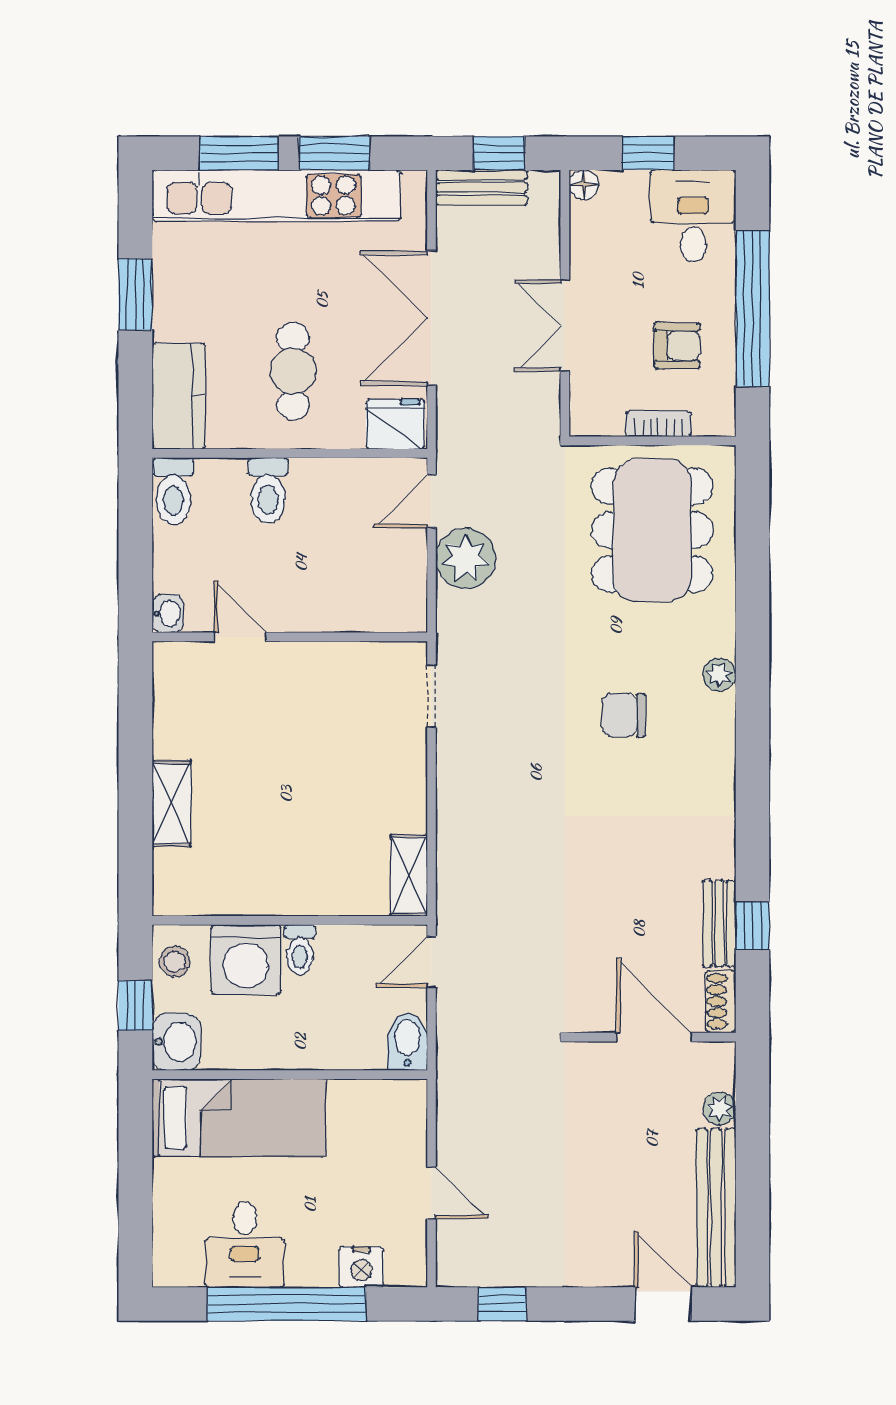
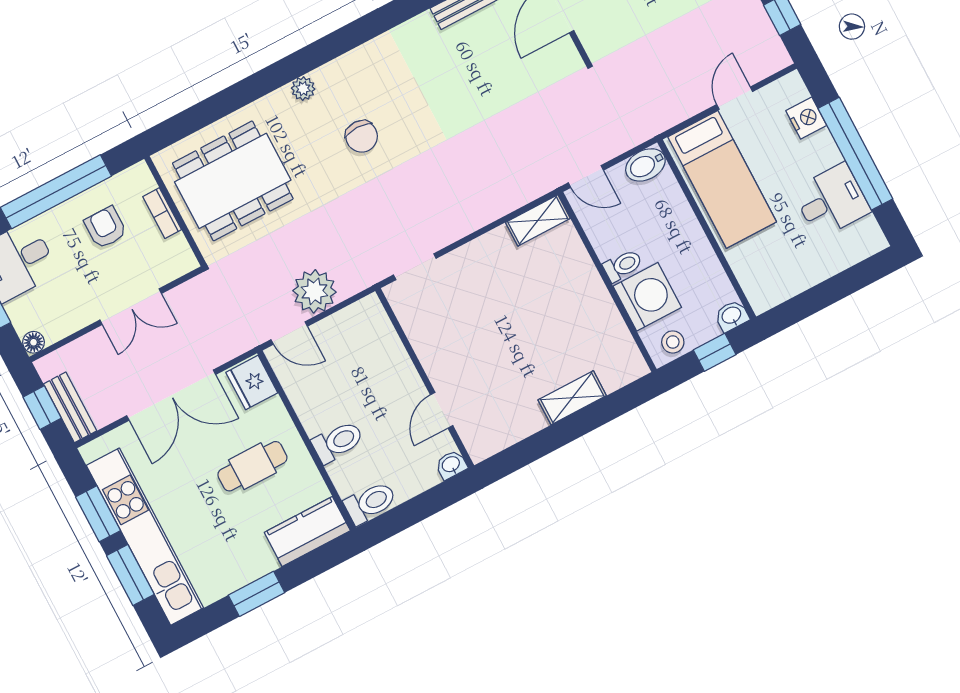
washbasin: (176, 1042) -> (732, 316), width x0.72, depth x0.69
bed: (239, 1118) -> (722, 179), moved, turned 180

